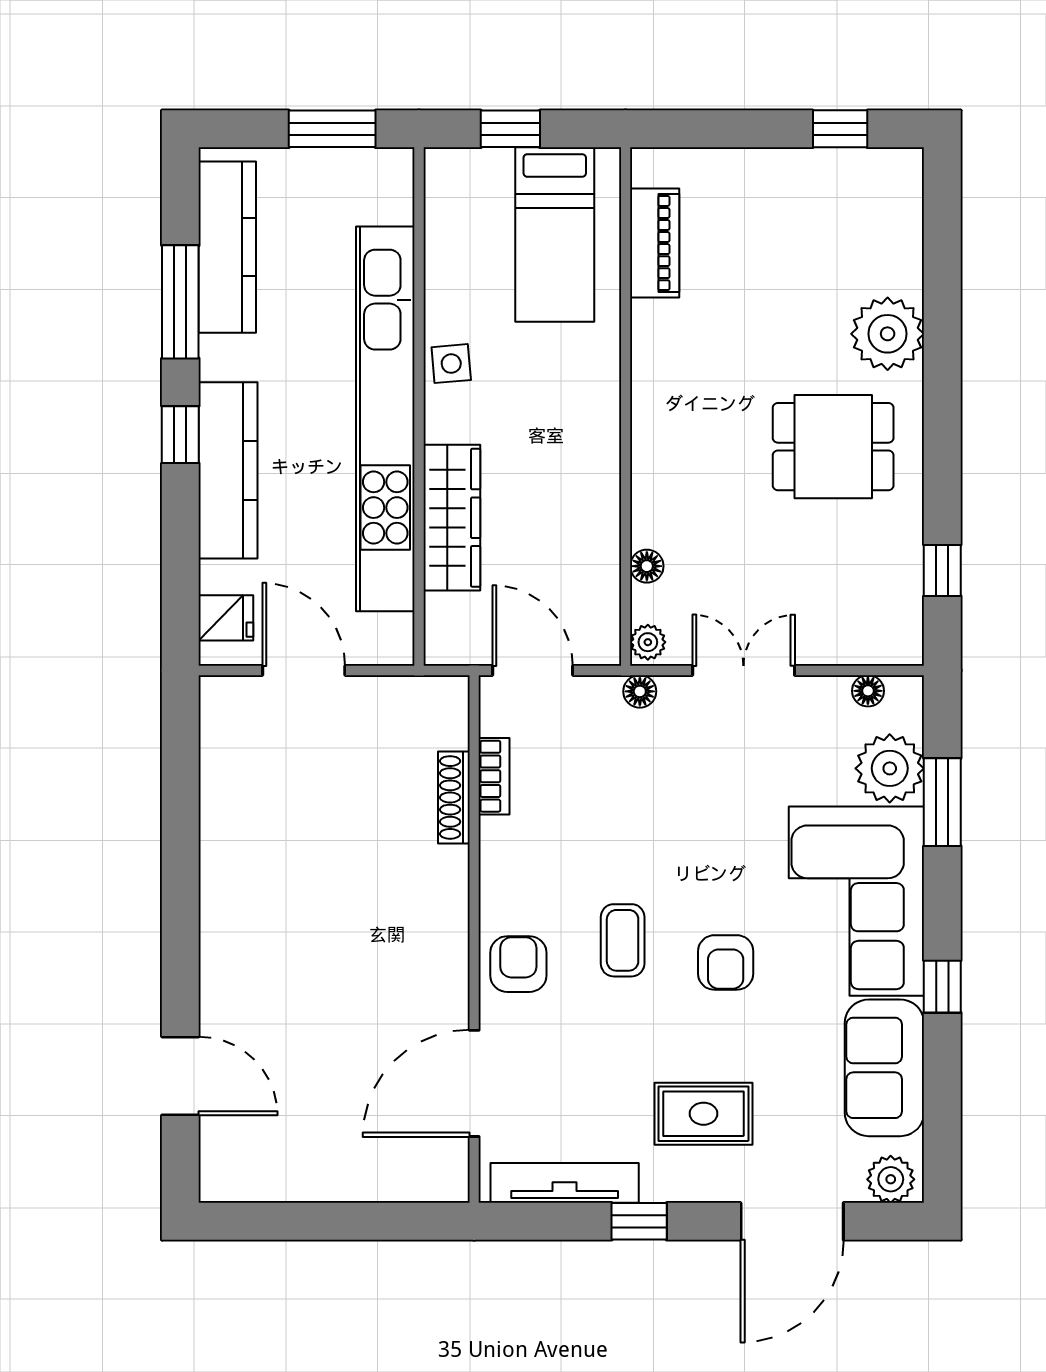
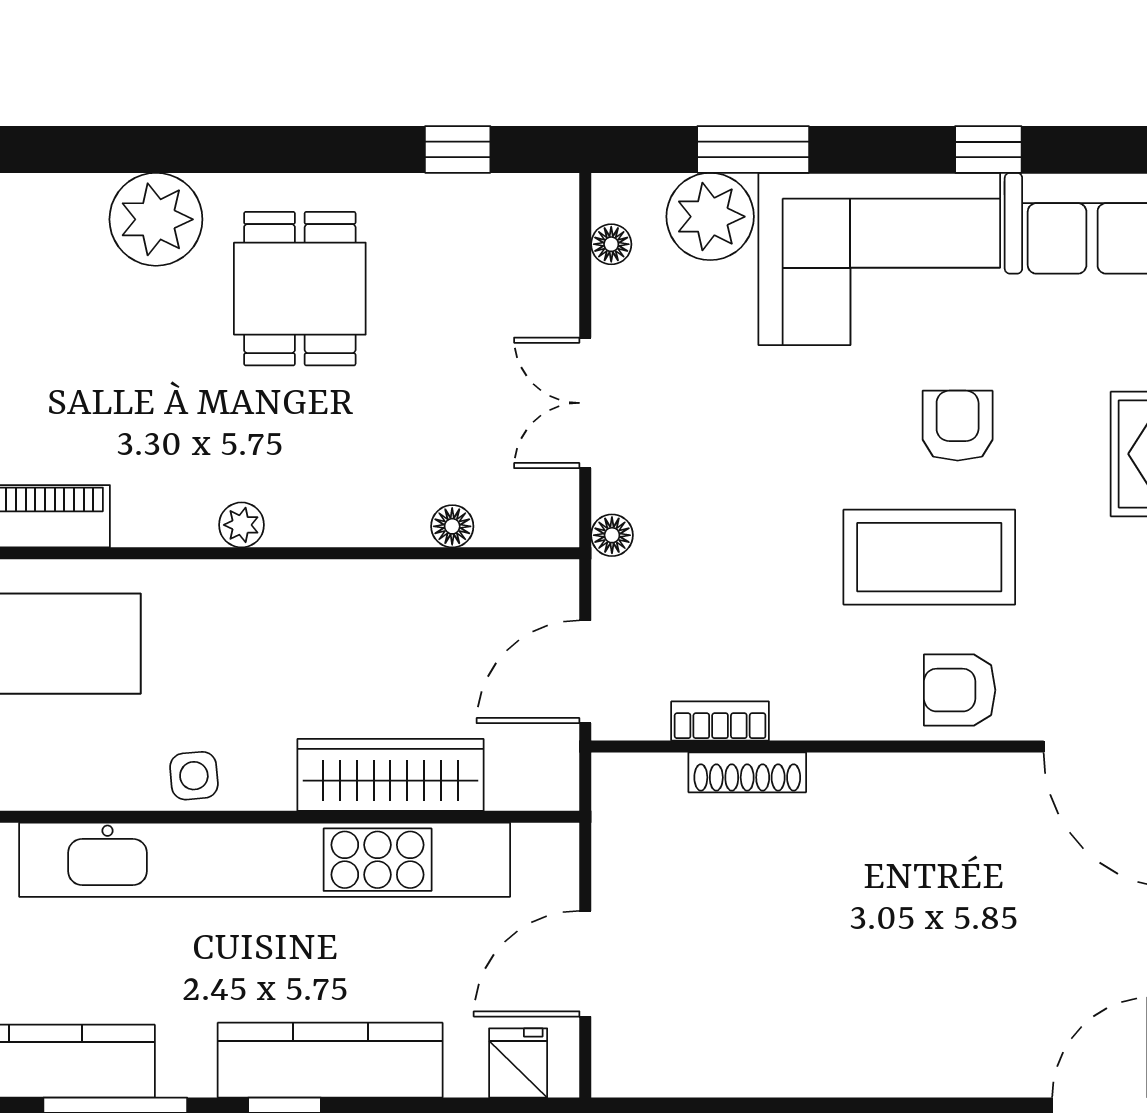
plant: (648, 642) -> (242, 525), moved
coffee table: (623, 940) -> (929, 557), width x1.86, depth x1.72
armchair: (726, 962) -> (958, 426), turned -90

